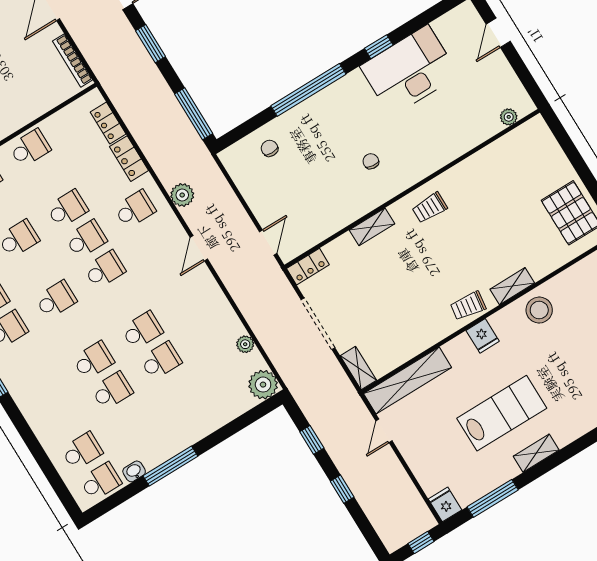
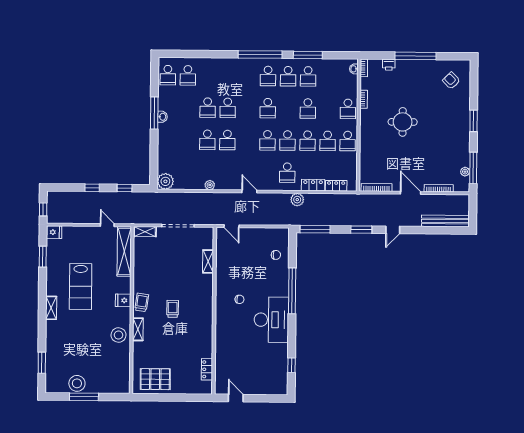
door: (498, 33) -> (236, 398), moved
window: (379, 47) -> (291, 365), moved
desk: (409, 71) -> (271, 320), moved
plant: (509, 117) -> (219, 378), removed
school desk: (49, 178) -> (328, 141), added
plant: (182, 195) -> (297, 200), moved
trolley: (430, 208) -> (173, 309), moved
shelving: (372, 227) -> (208, 261), moved
locker: (308, 267) -> (207, 369), moved
plant: (245, 344) -> (210, 185), moved
shelving: (536, 453) -> (51, 308), moved
washbasin: (134, 471) -> (162, 117), moved
window: (493, 498) -> (43, 257), width x0.69

